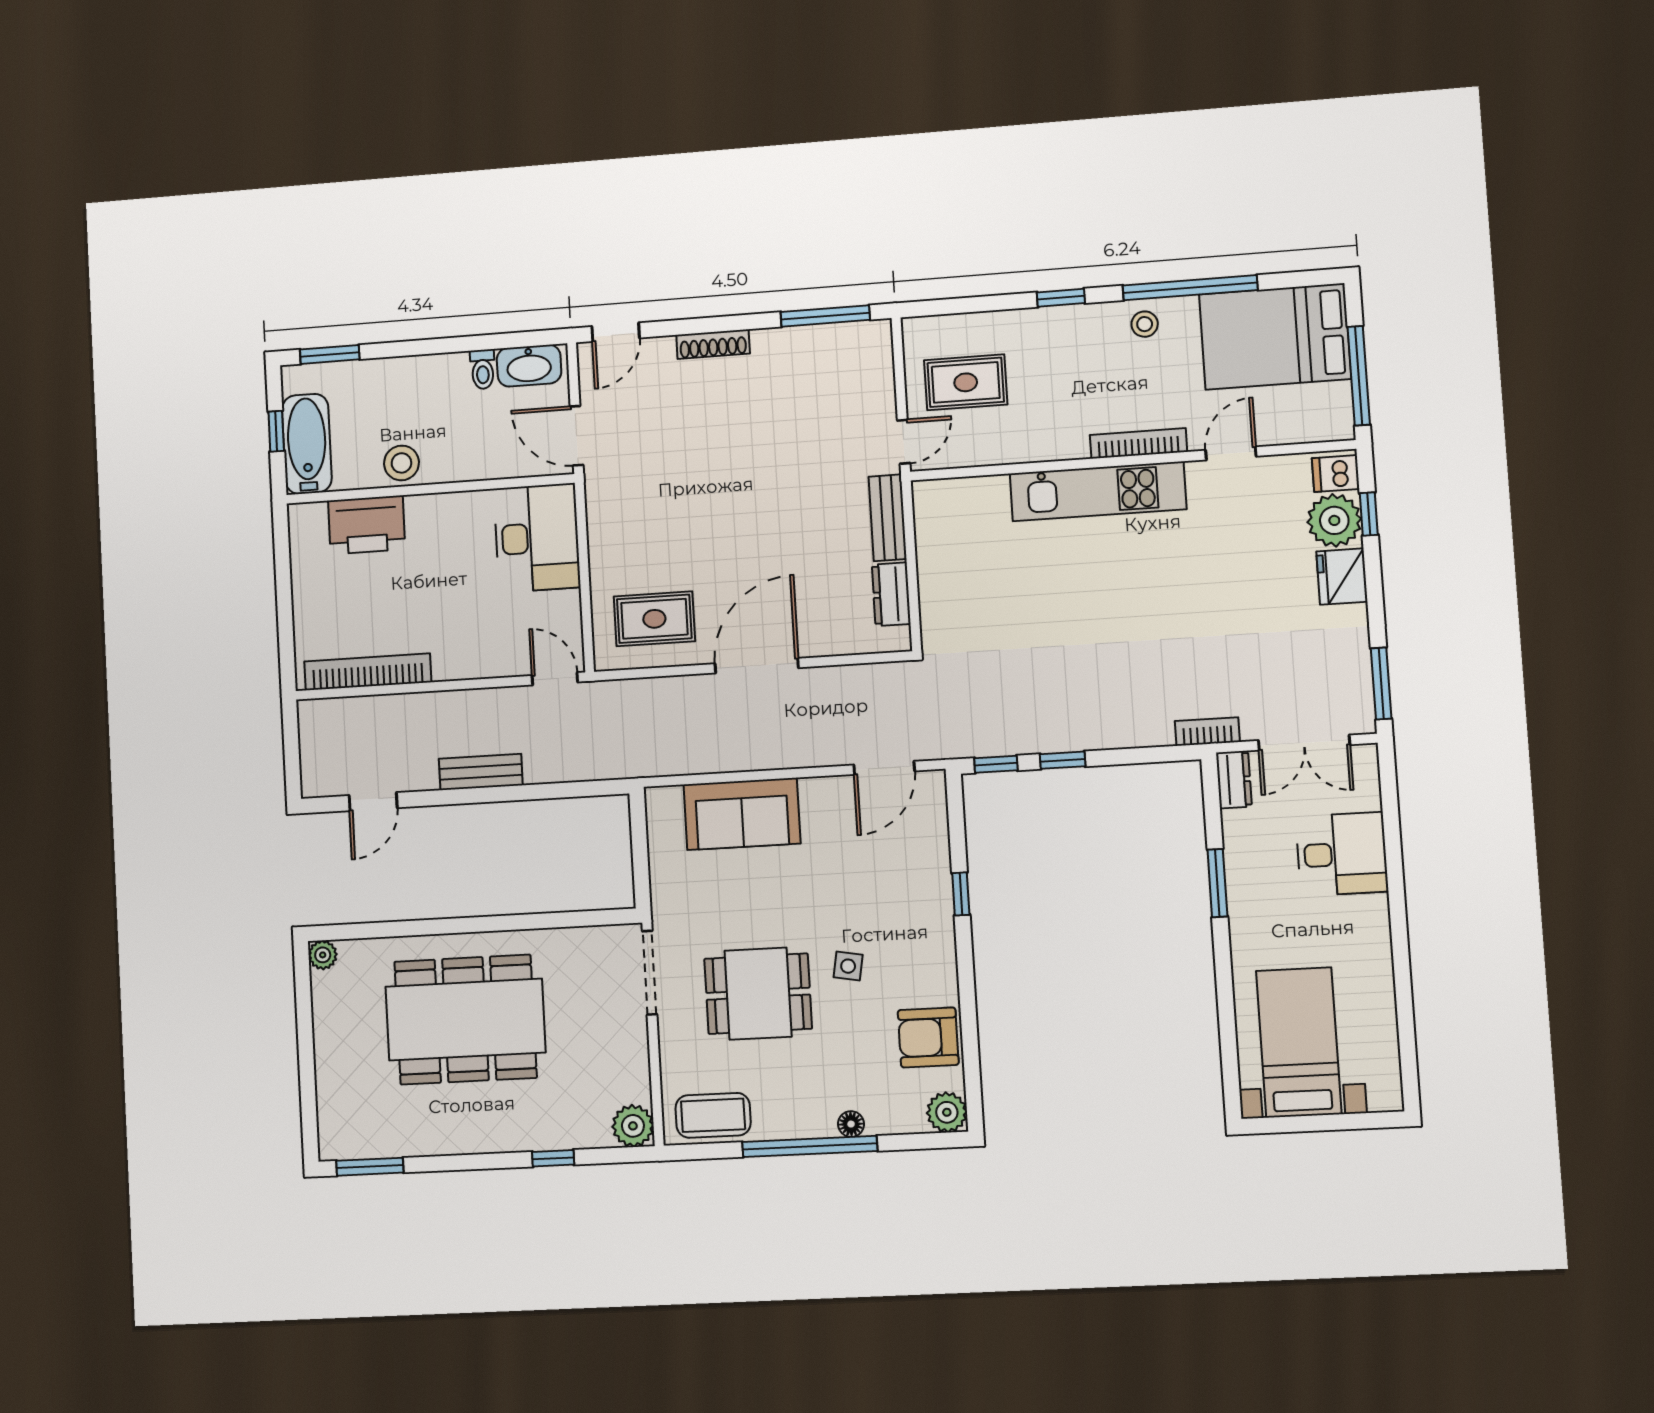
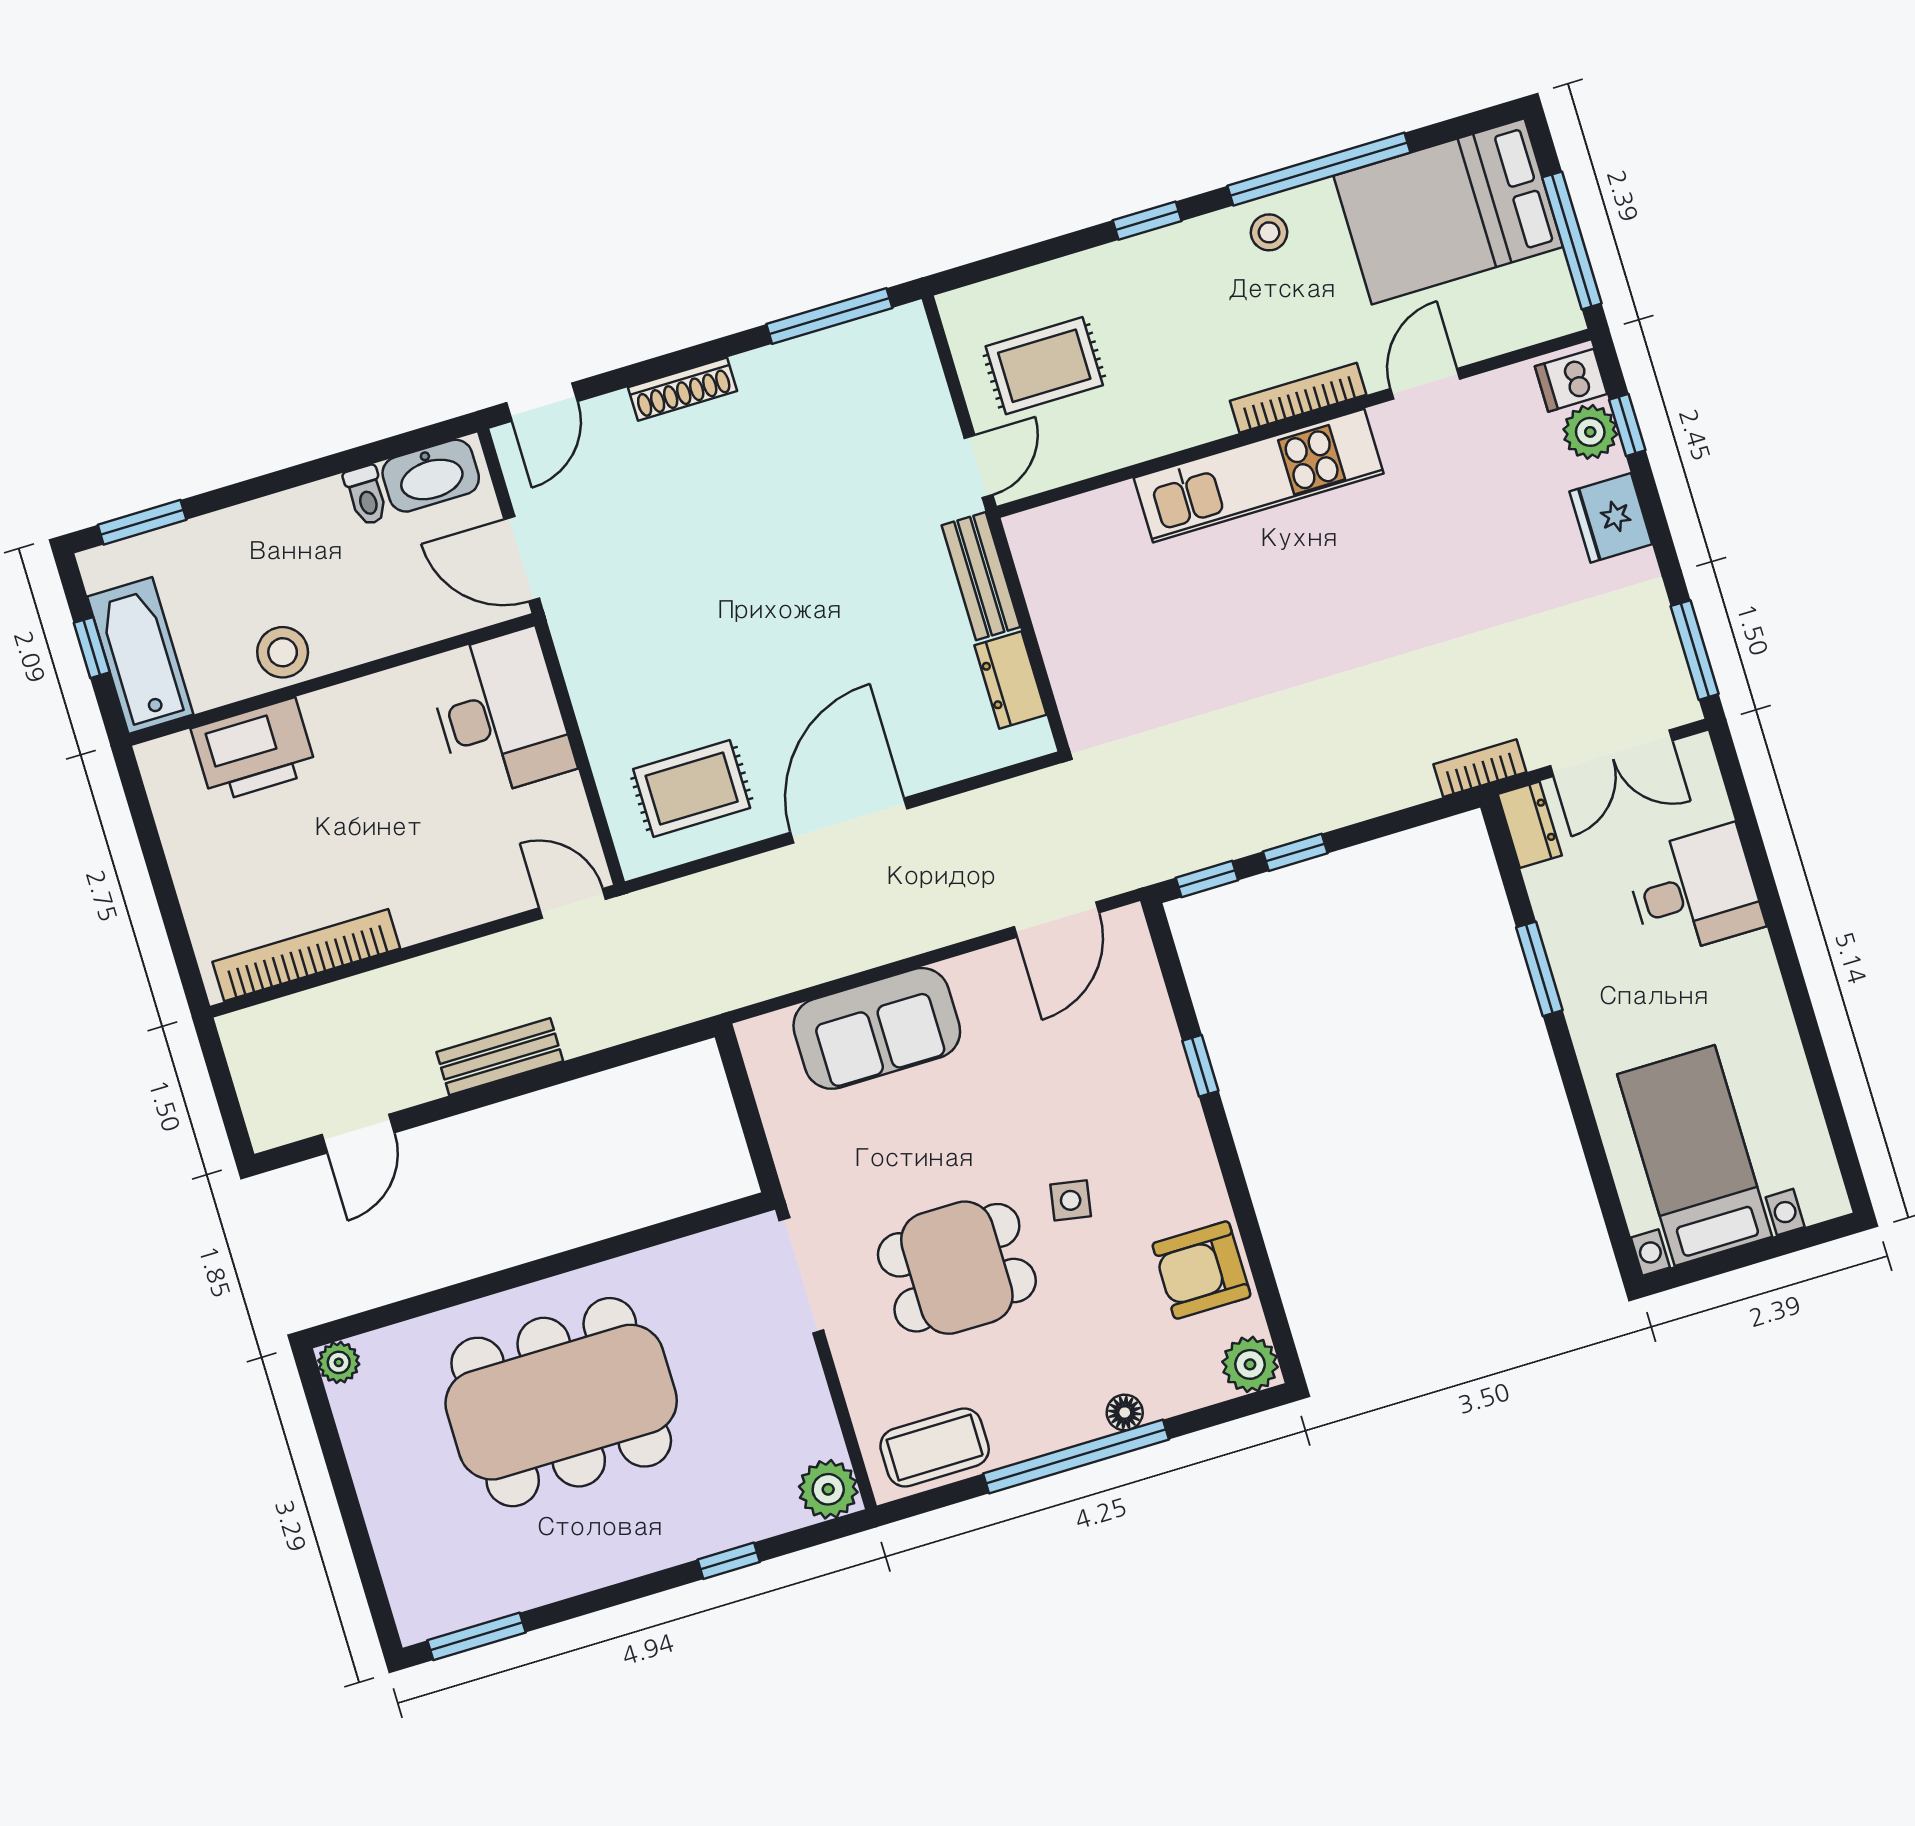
plant: (1334, 520) -> (1590, 432), width x0.73, depth x0.73

